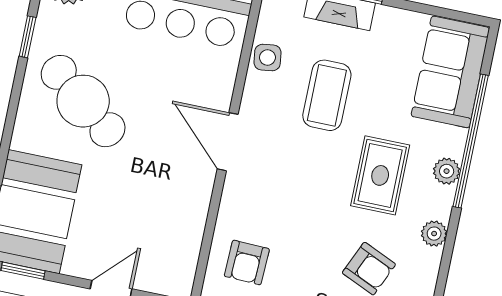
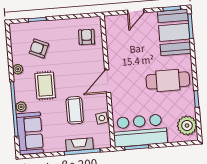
cafe table: (83, 101) -> (168, 80), turned -38
door: (228, 142) -> (108, 81), swing flipped
plant: (447, 171) -> (21, 107), moved

